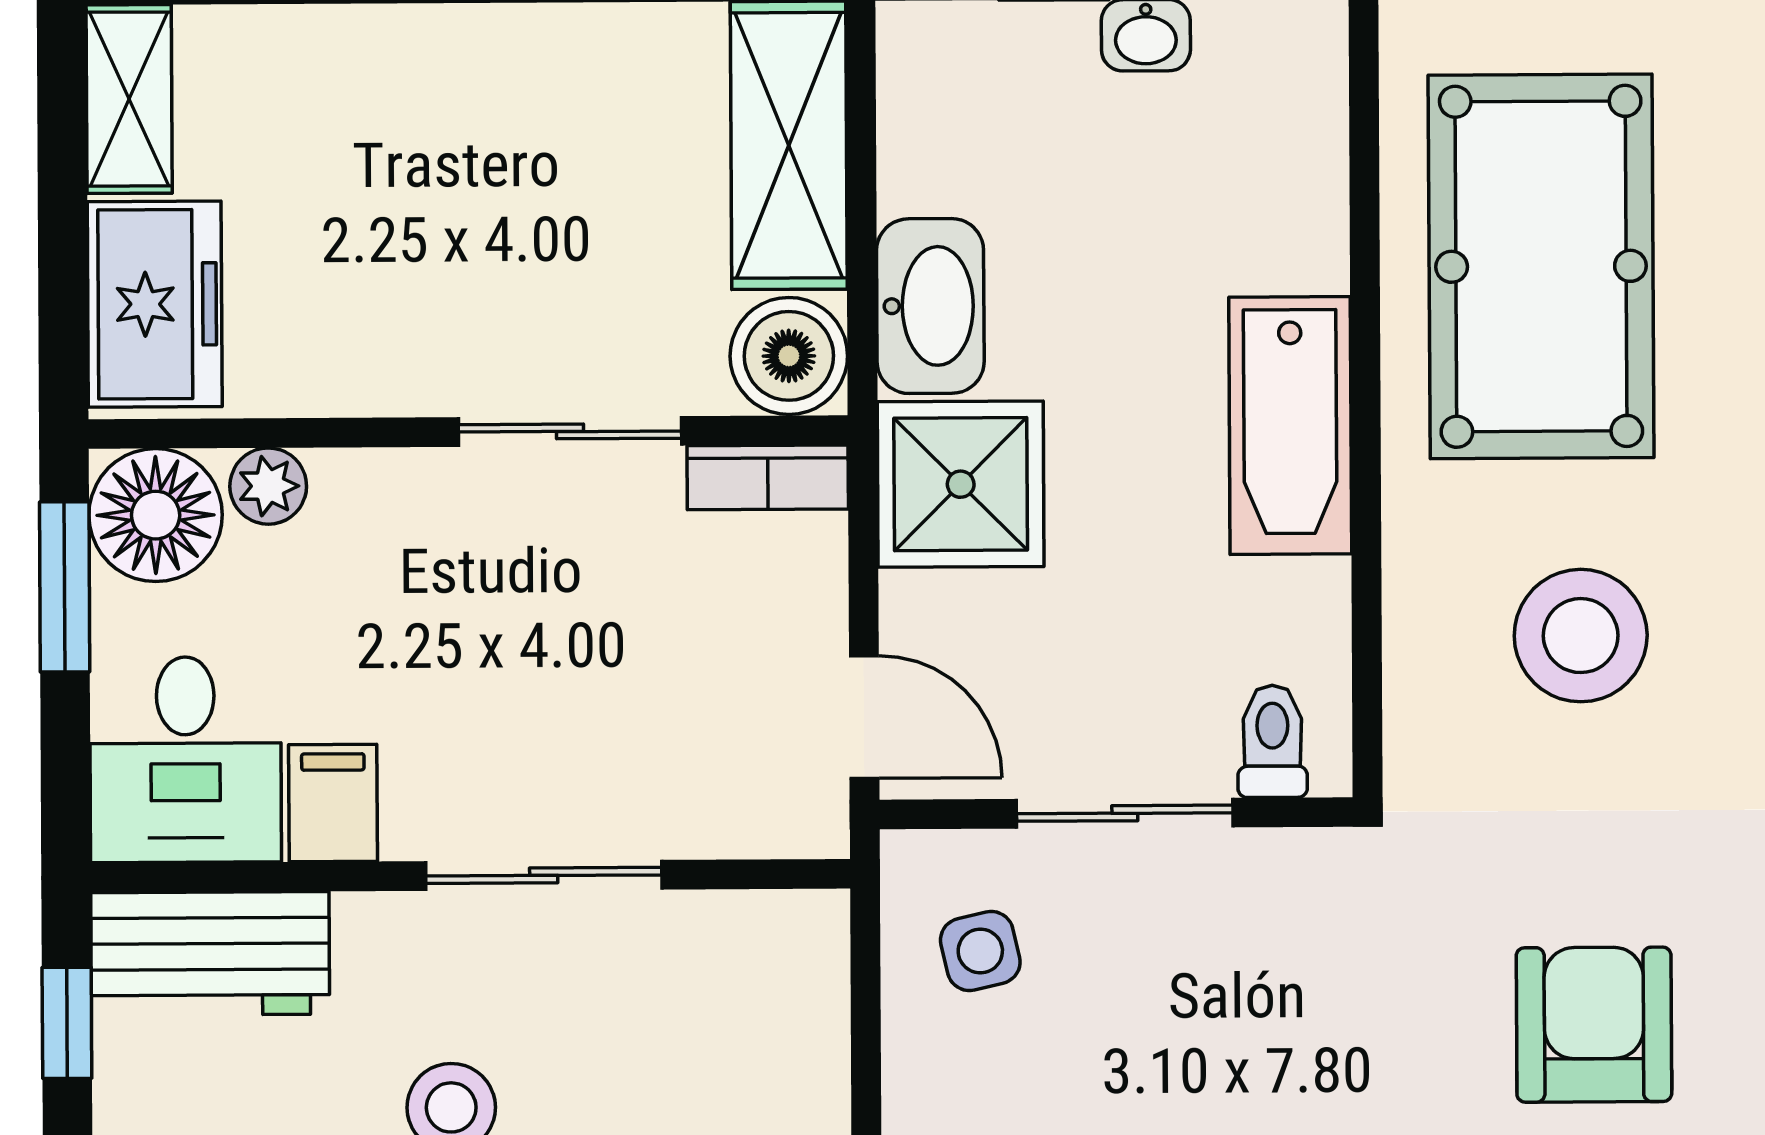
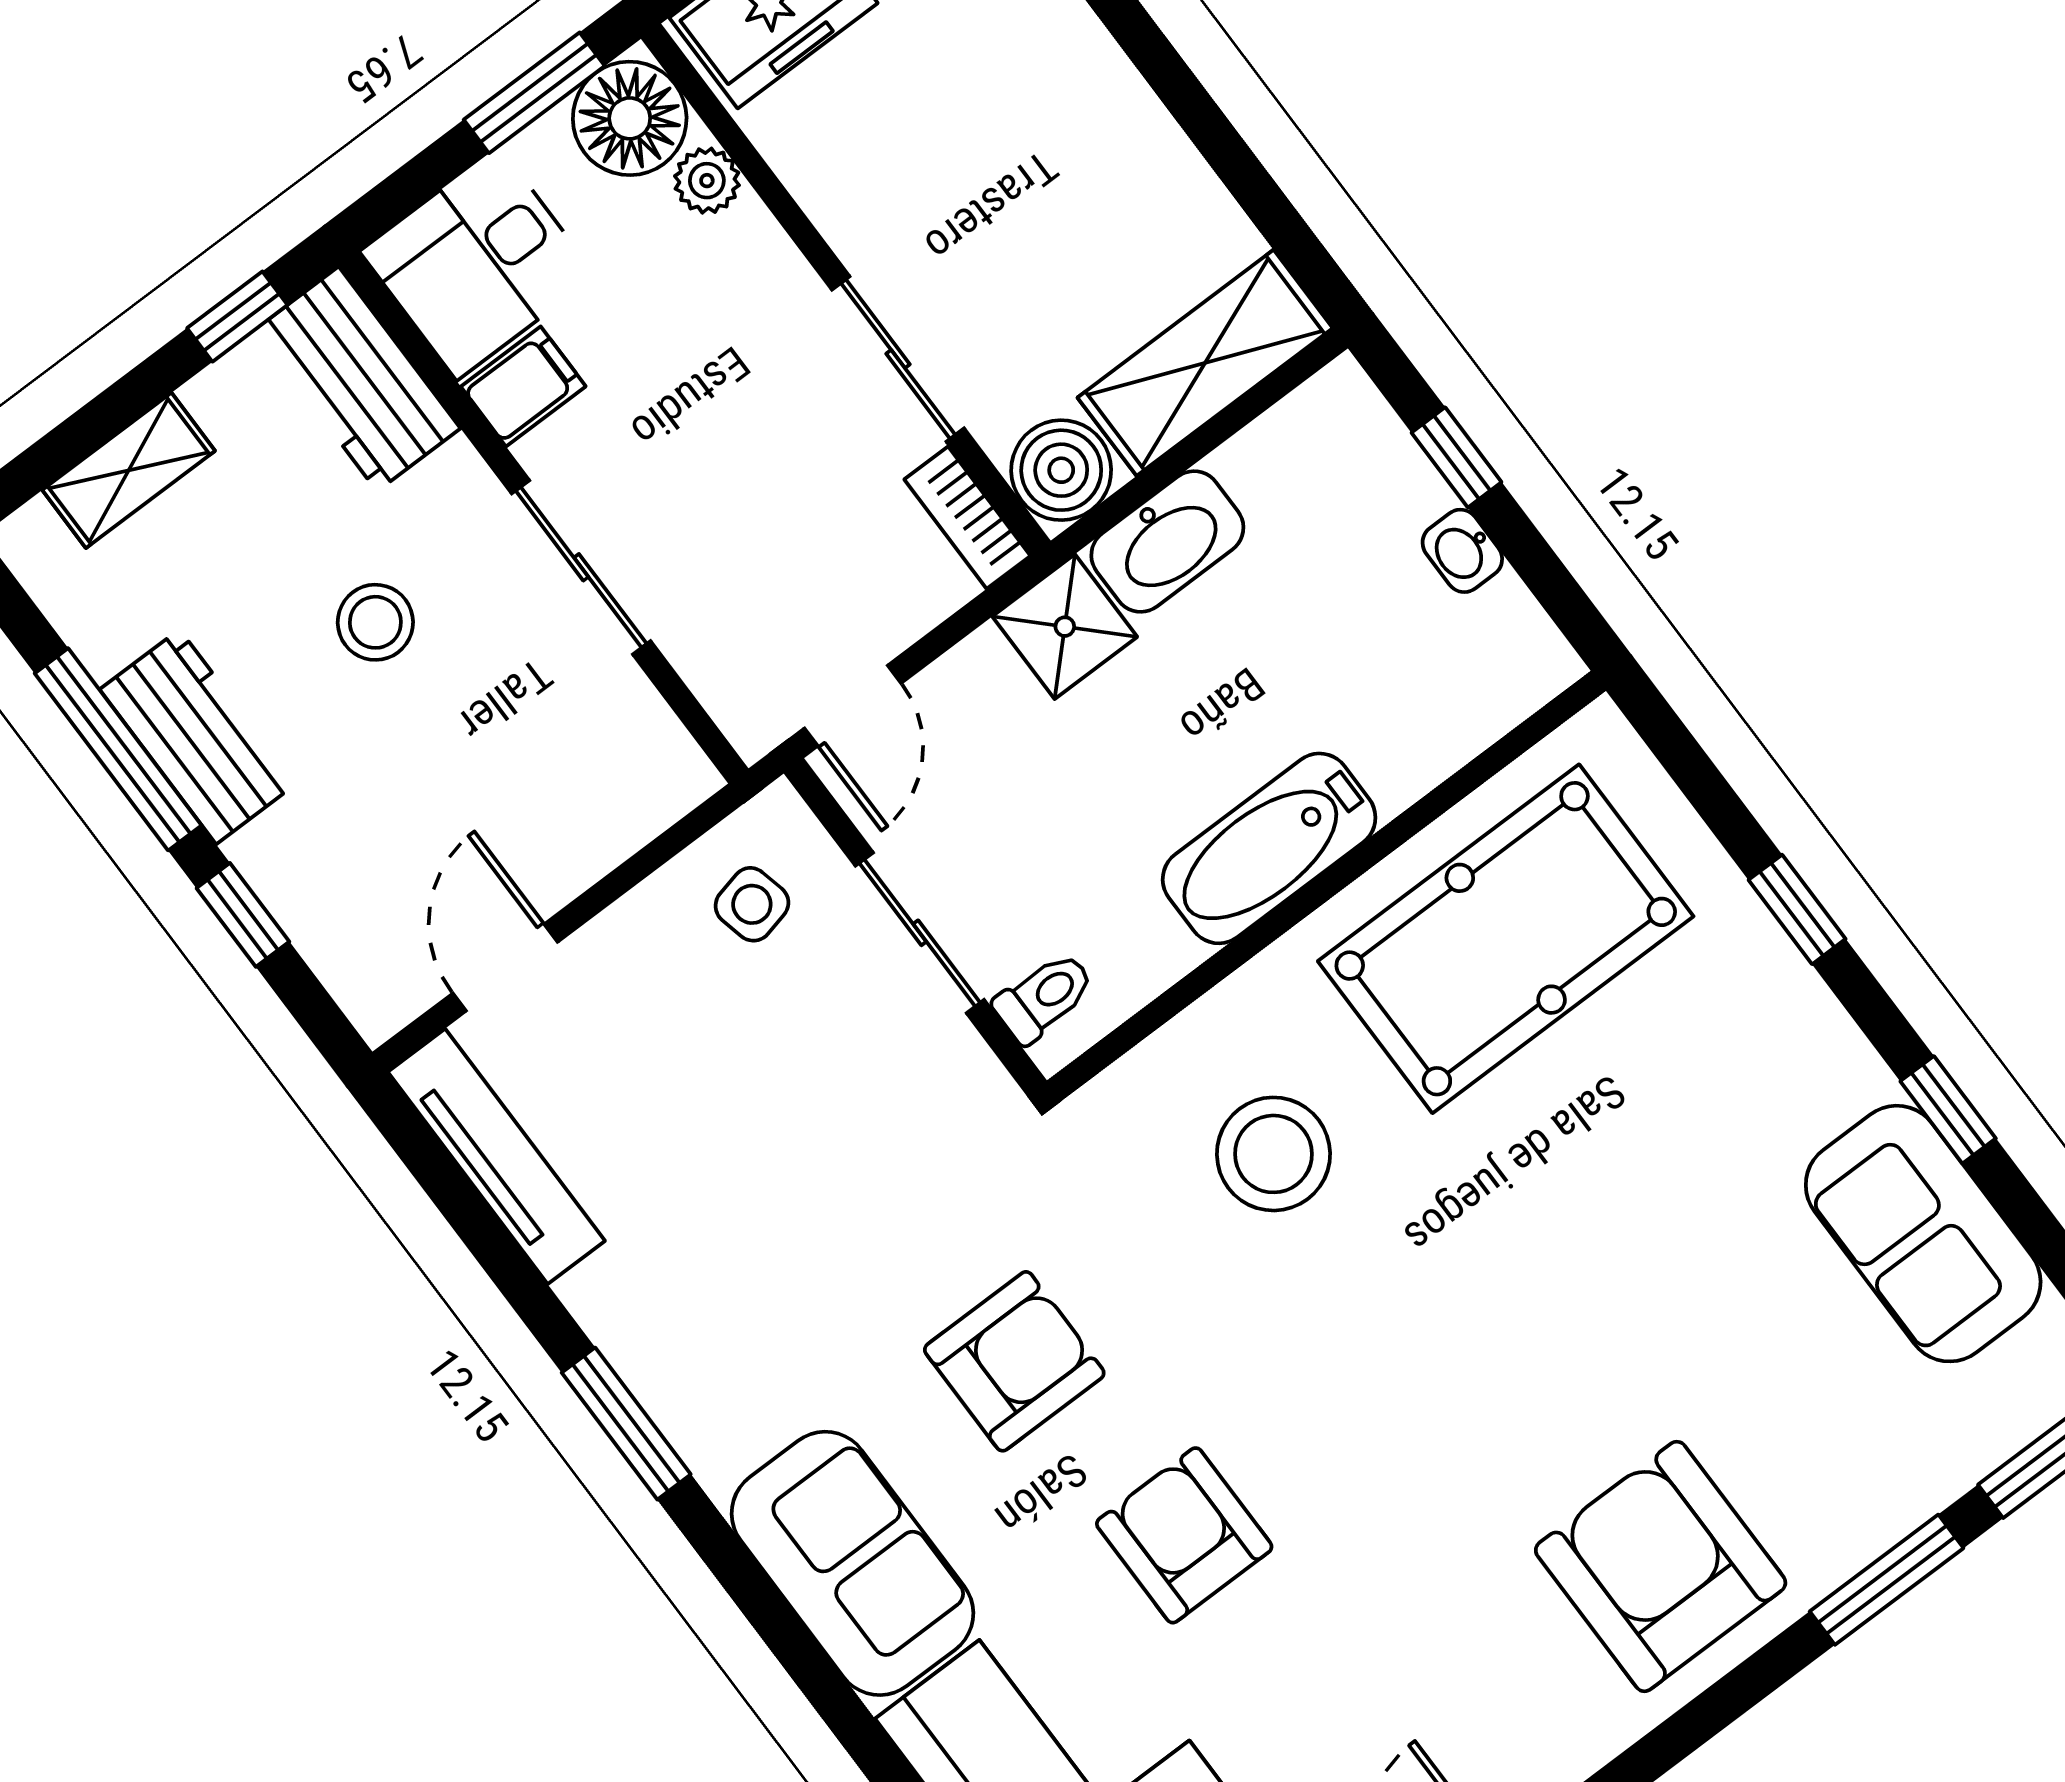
shower: (961, 484) -> (1065, 627), width x0.73, depth x0.73

